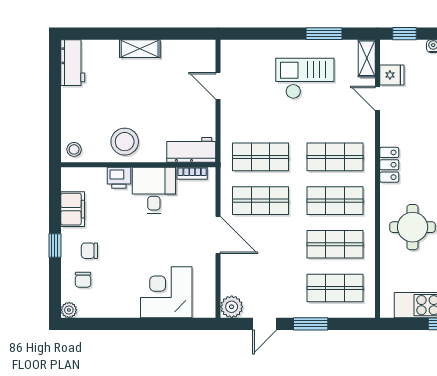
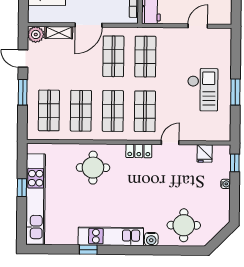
window: (324, 34) -> (235, 92), moved
shelving: (367, 58) -> (59, 33), moved
door: (377, 98) -> (170, 143), moved

